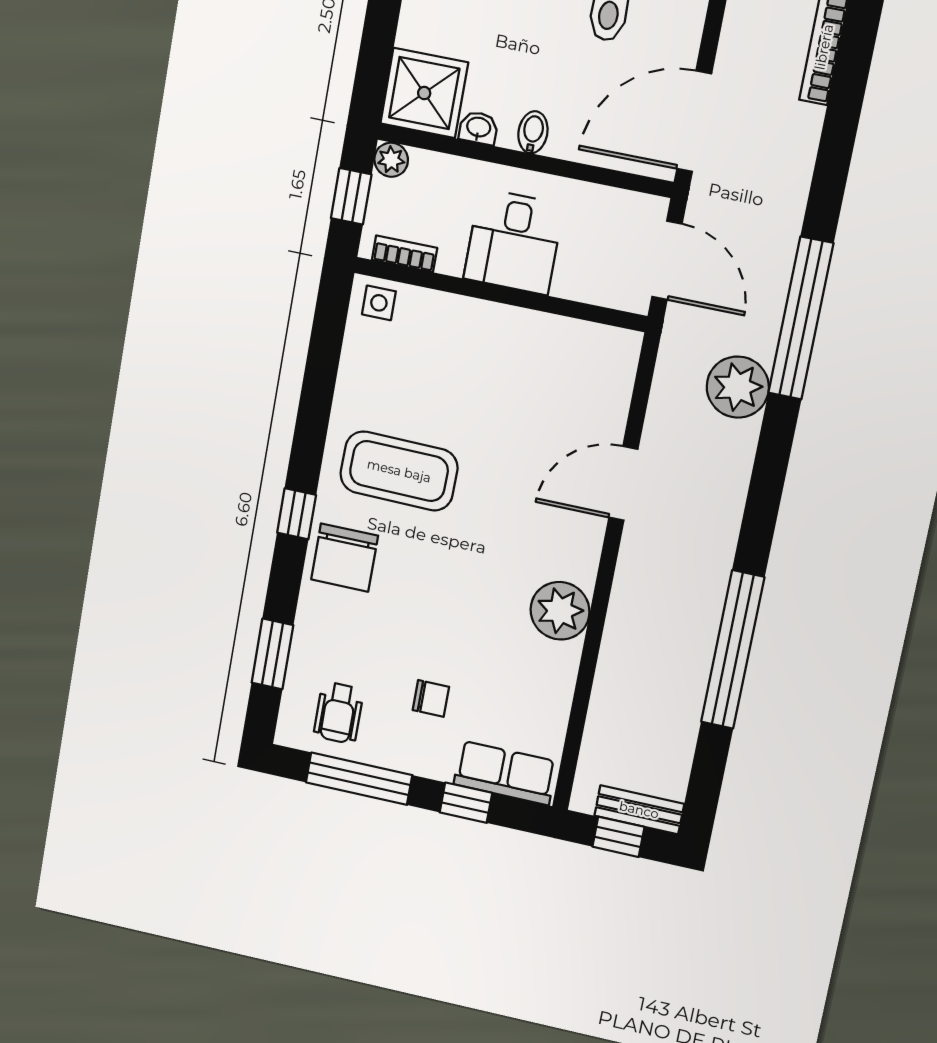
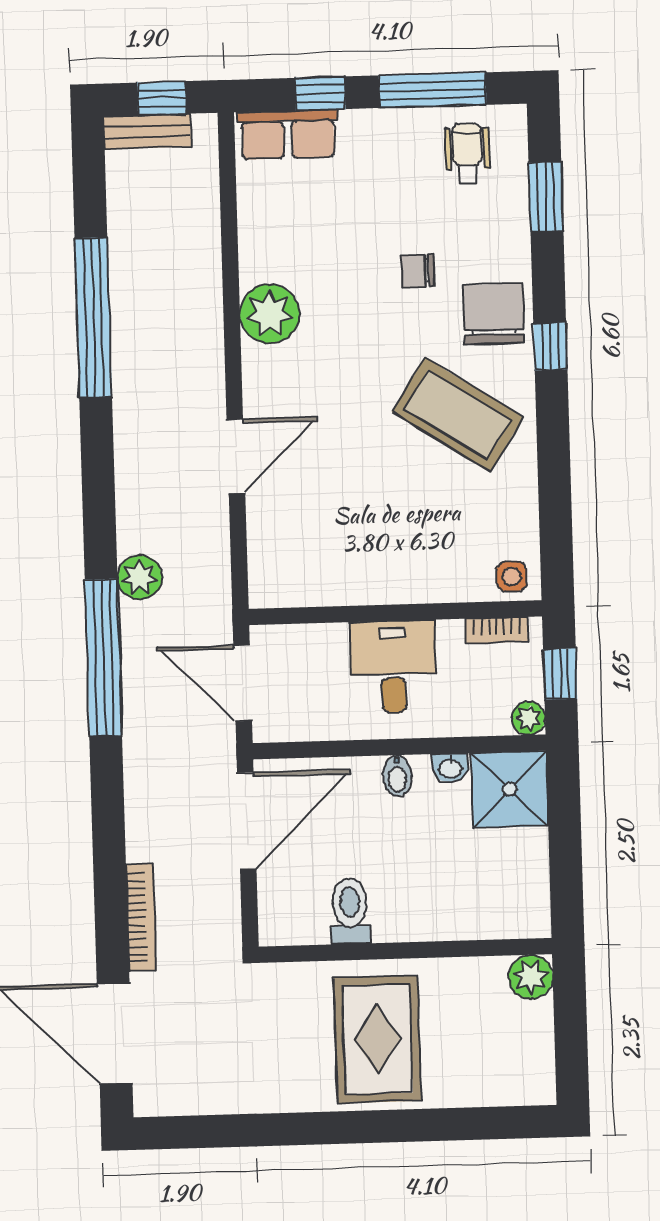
plant: (738, 387) -> (140, 577), width x0.73, depth x0.73
coffee table: (399, 471) -> (458, 415), turned 32
chair: (431, 698) -> (418, 271), moved

